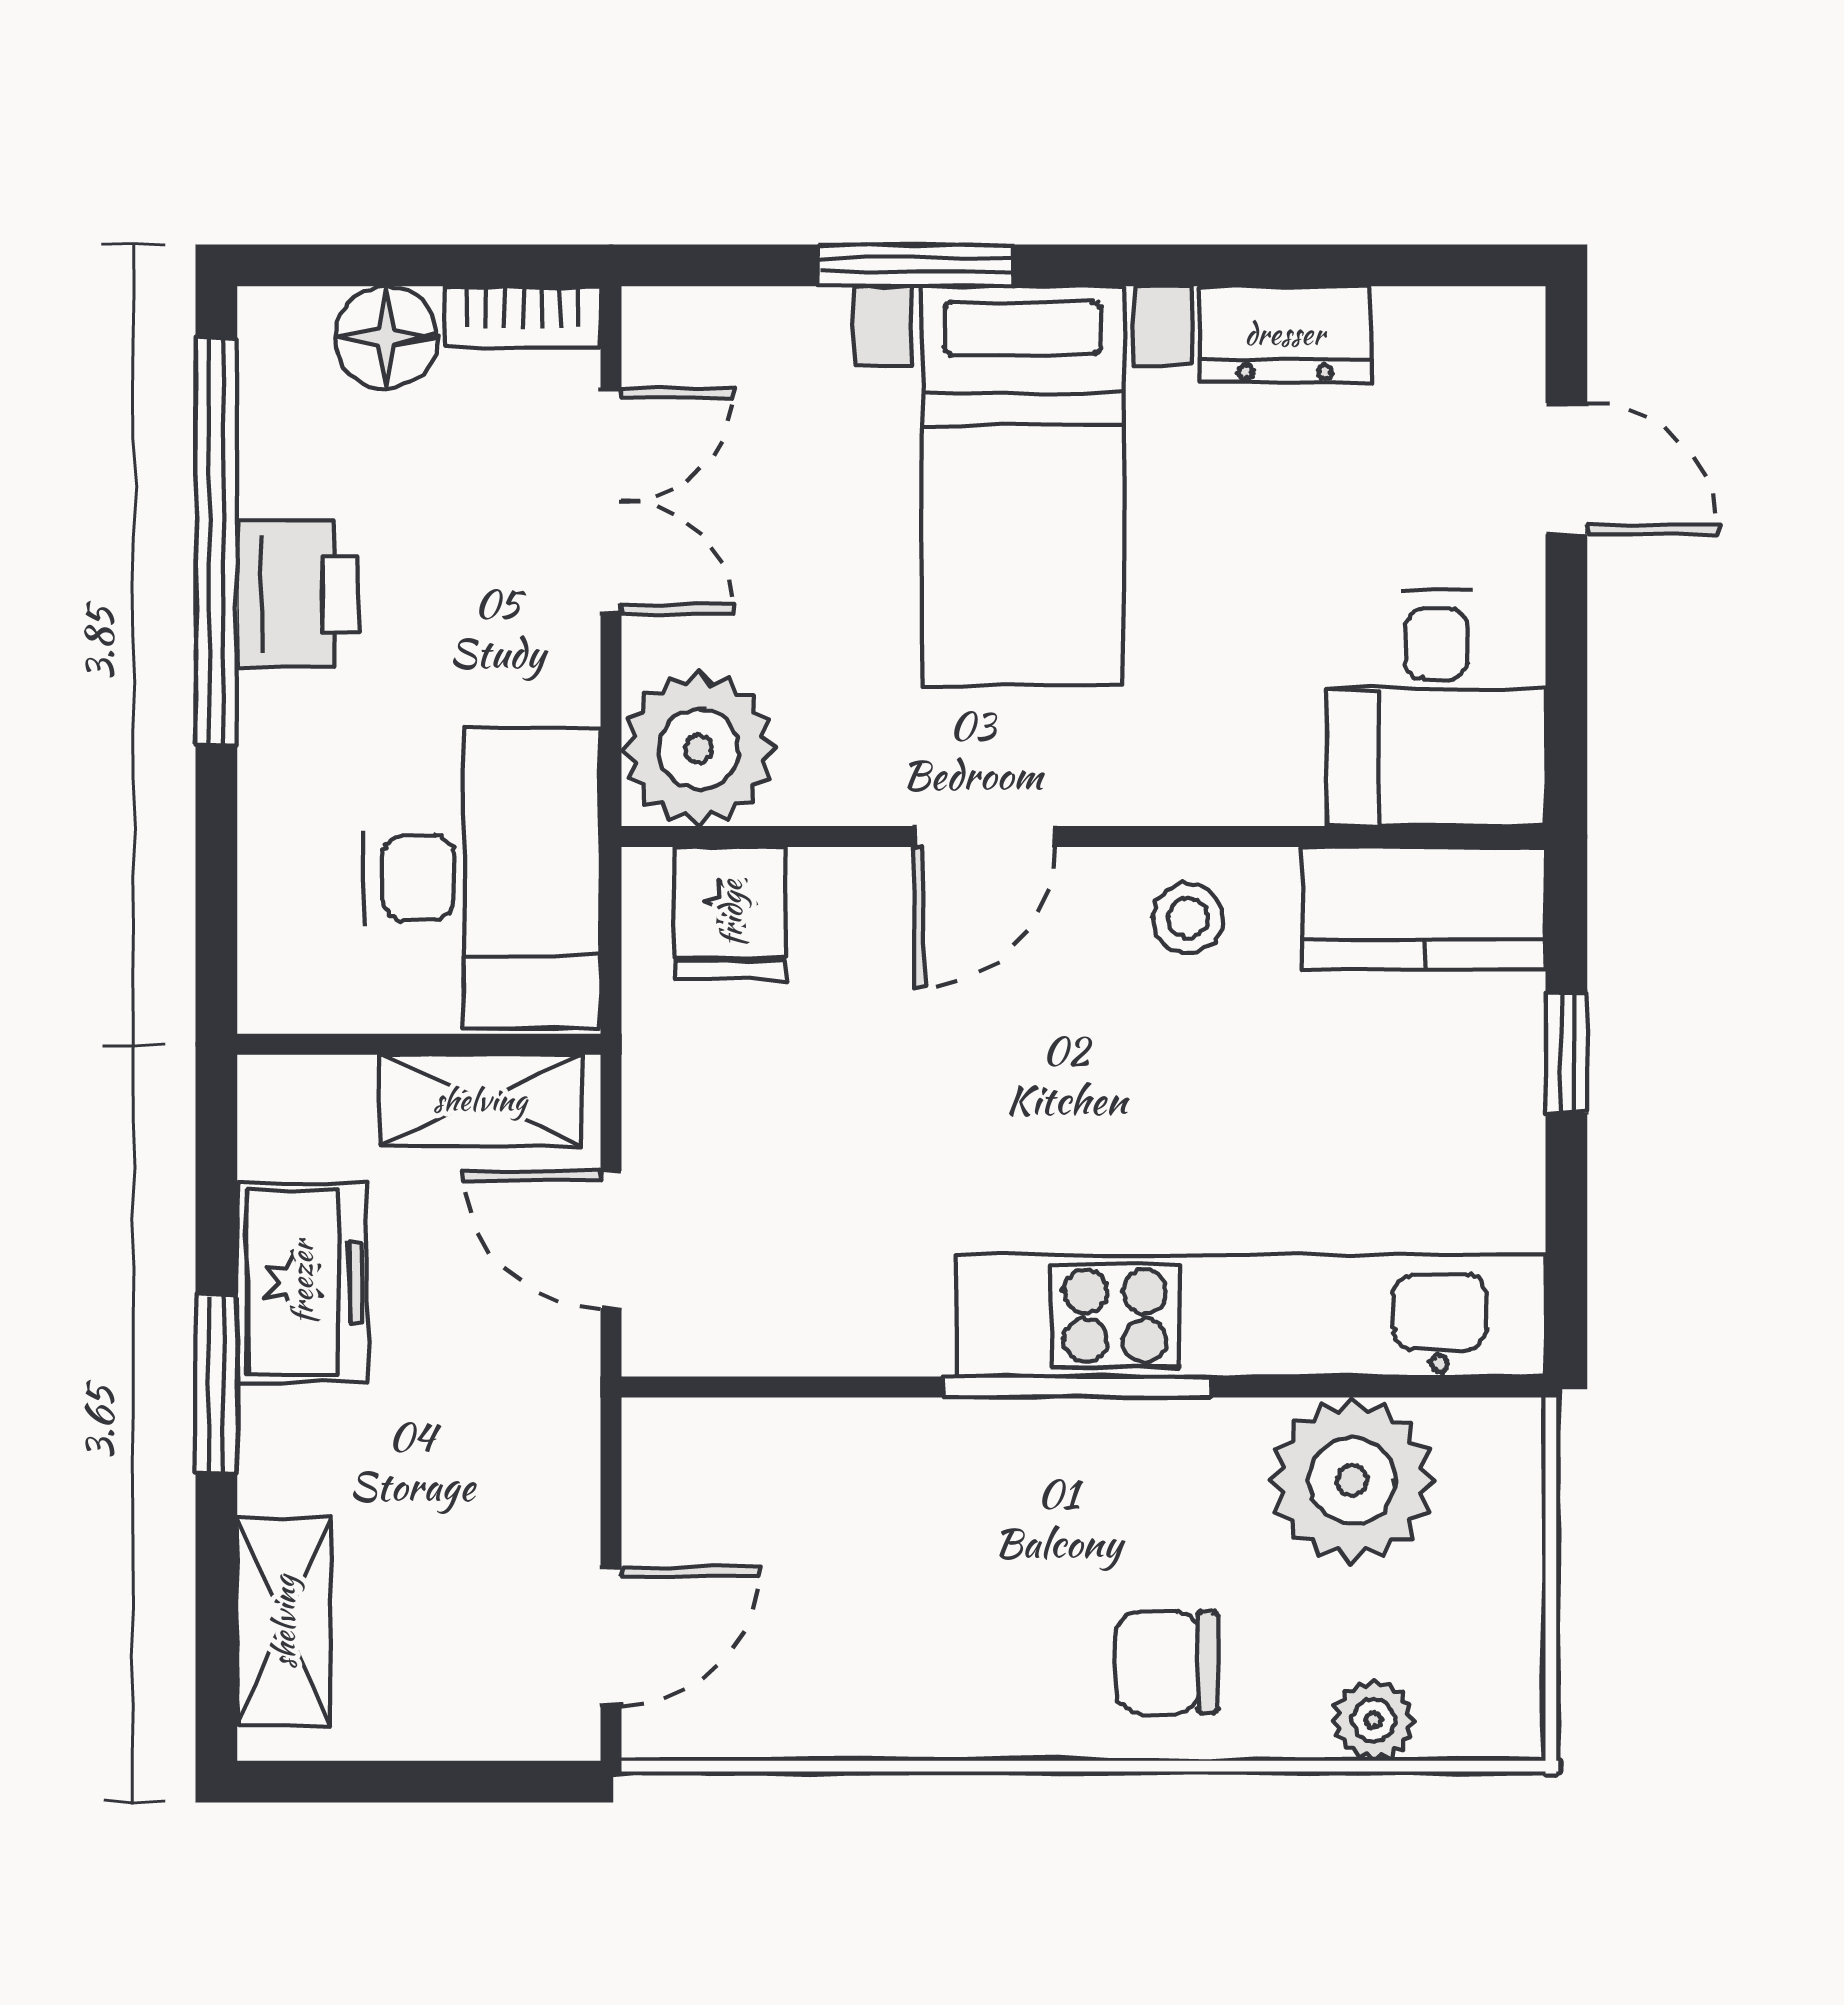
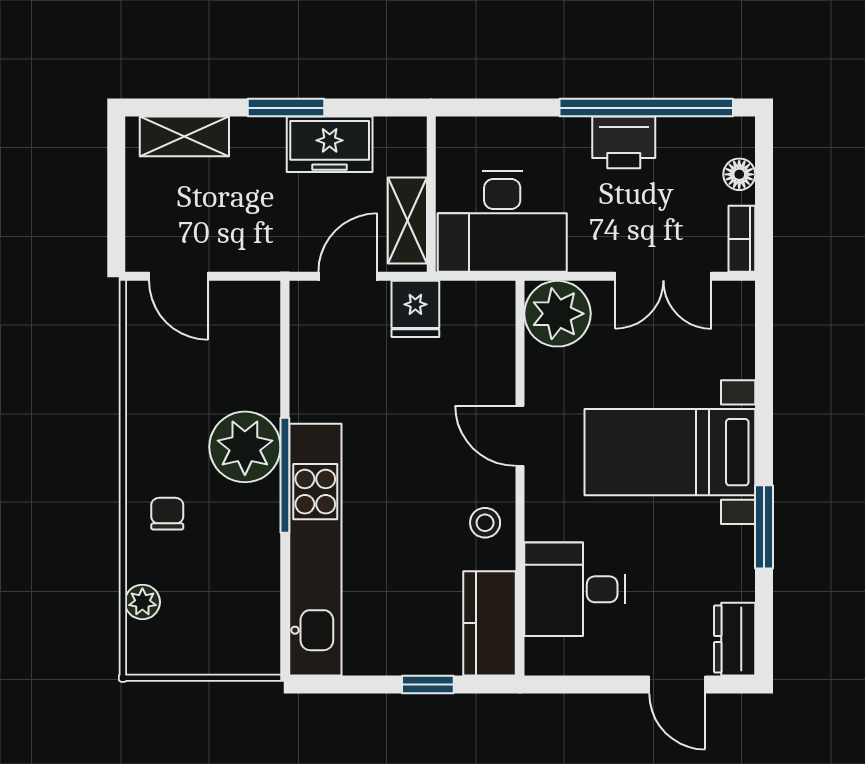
window: (916, 265) -> (764, 527), moved
dresser: (1285, 334) -> (735, 639), moved
floor lamp: (386, 337) -> (739, 174), width x0.73, depth x0.73
door: (1566, 469) -> (677, 684), hinge flipped
desk: (1436, 708) -> (575, 589), moved
fridge: (731, 913) -> (415, 309), moved, turned -90
plant: (1352, 1480) -> (245, 447), moved
chair: (1167, 1662) -> (167, 514), width x0.73, depth x0.73

